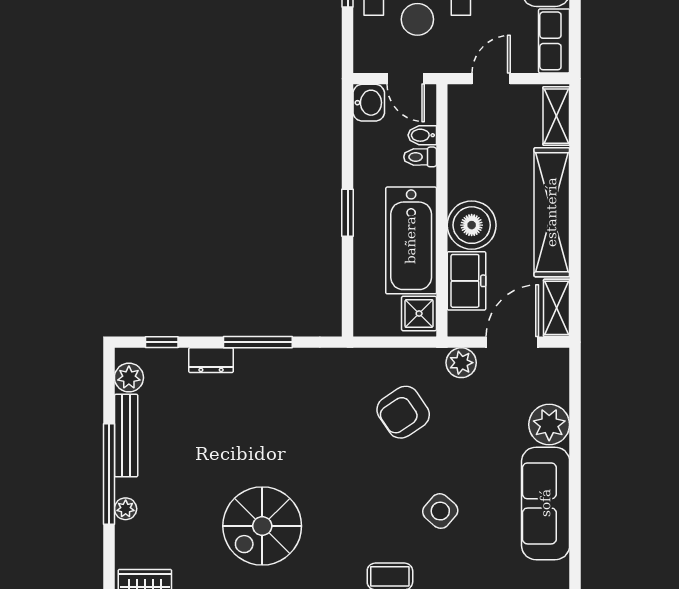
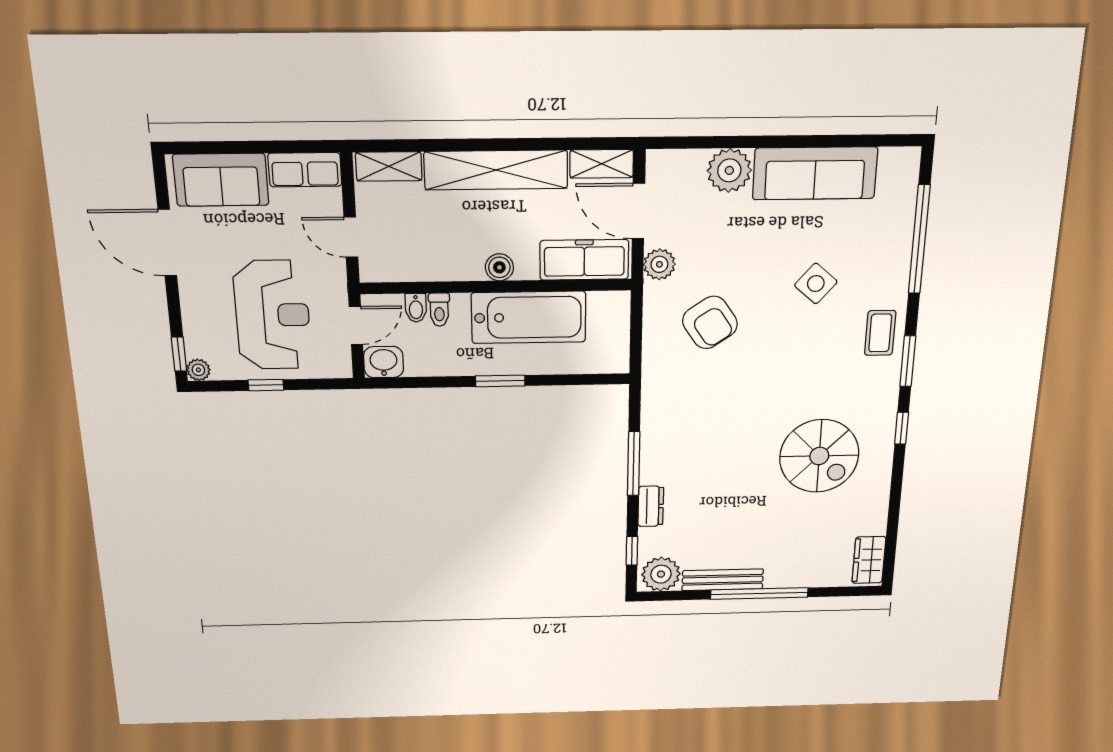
boiler: (472, 225) -> (499, 267), width x0.54, depth x0.54
freezer: (466, 281) -> (584, 260), width x1.40
shower: (419, 314) -> (606, 308), removed
plant: (129, 378) -> (661, 574), width x1.36, depth x1.36
plant: (126, 509) -> (794, 579), removed

